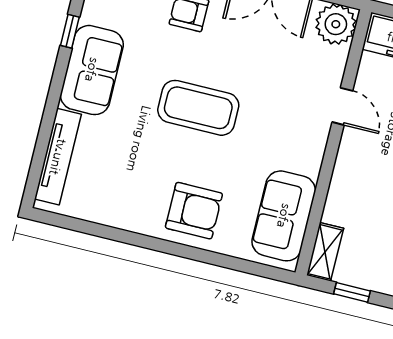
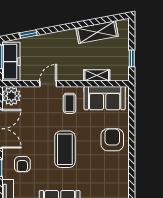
coffee table: (291, 141) -> (70, 103), added
shelving: (325, 252) -> (97, 75), moved

